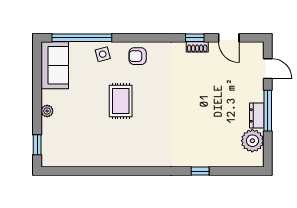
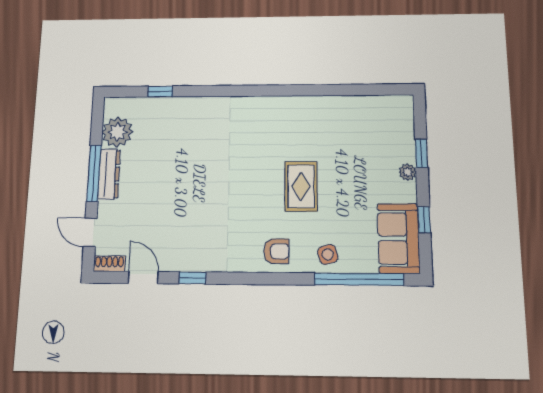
shoe rack: (197, 47) -> (109, 264), moved
window: (37, 78) -> (424, 220), added
dresser: (257, 115) -> (109, 174), width x1.44
window: (37, 145) -> (421, 153), moved
window: (200, 171) -> (160, 91), moved

